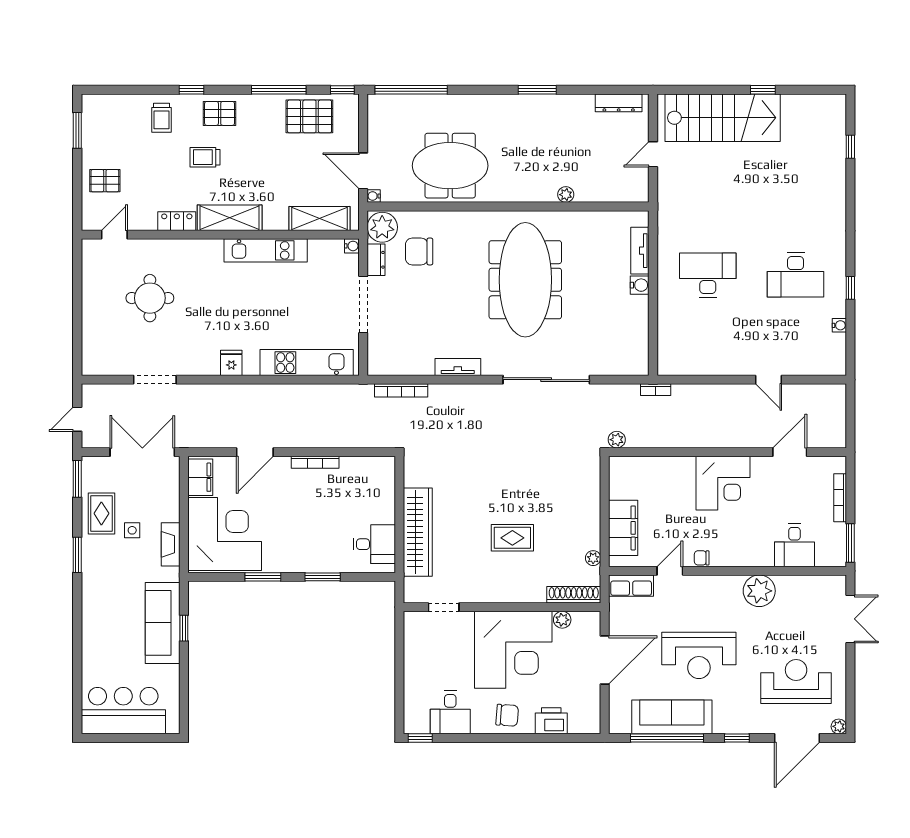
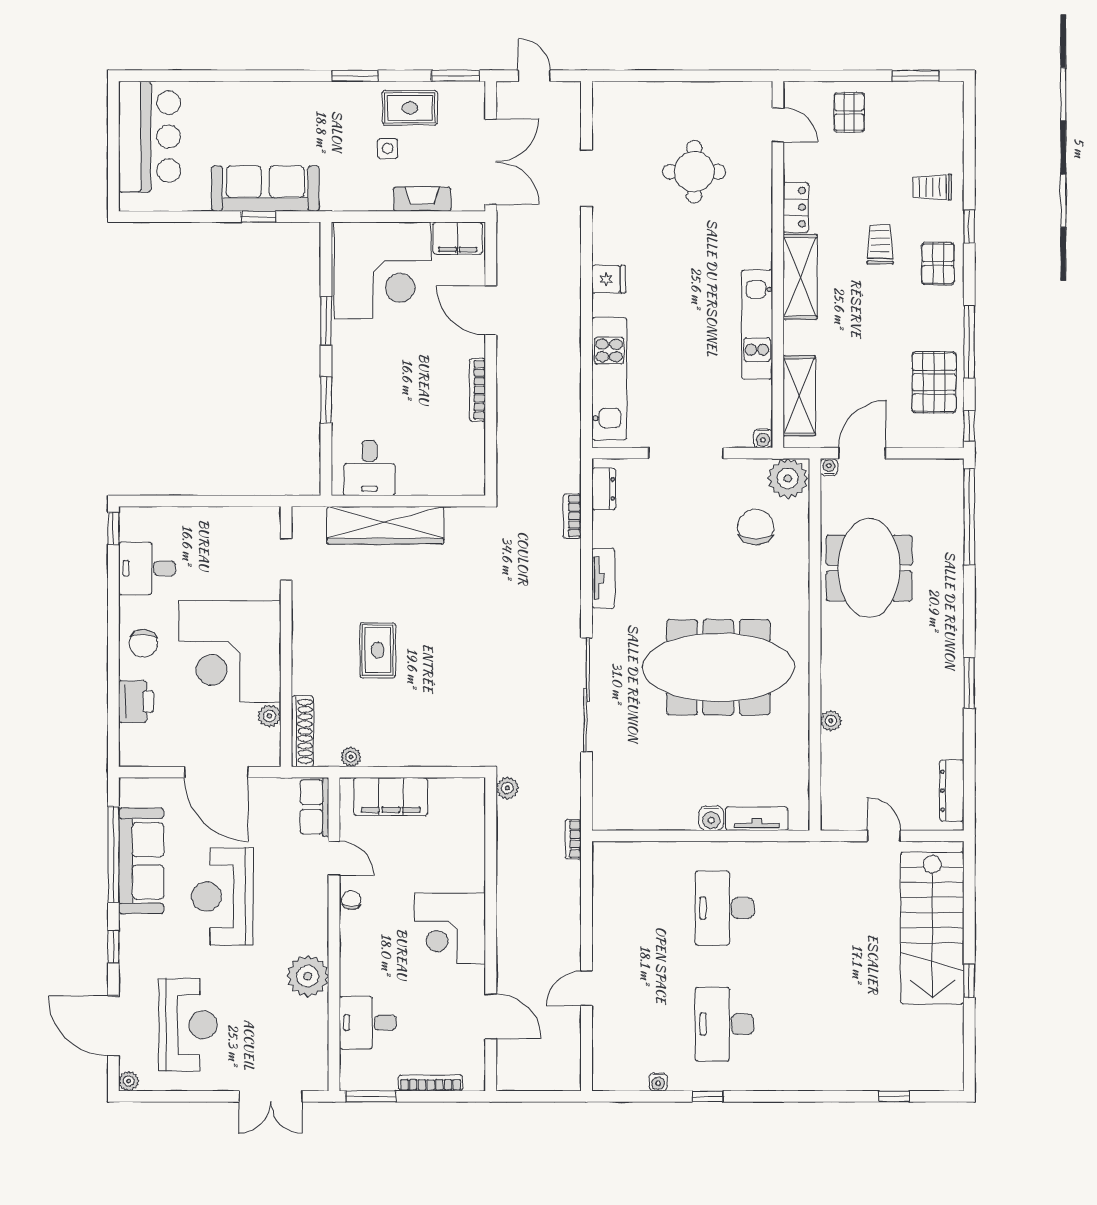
dresser: (376, 260) -> (604, 489), moved, turned -90
desk: (708, 275) -> (725, 908), turned 180
bookcase: (401, 390) -> (572, 516), width x0.64
fireplace: (171, 544) -> (422, 199), moved

